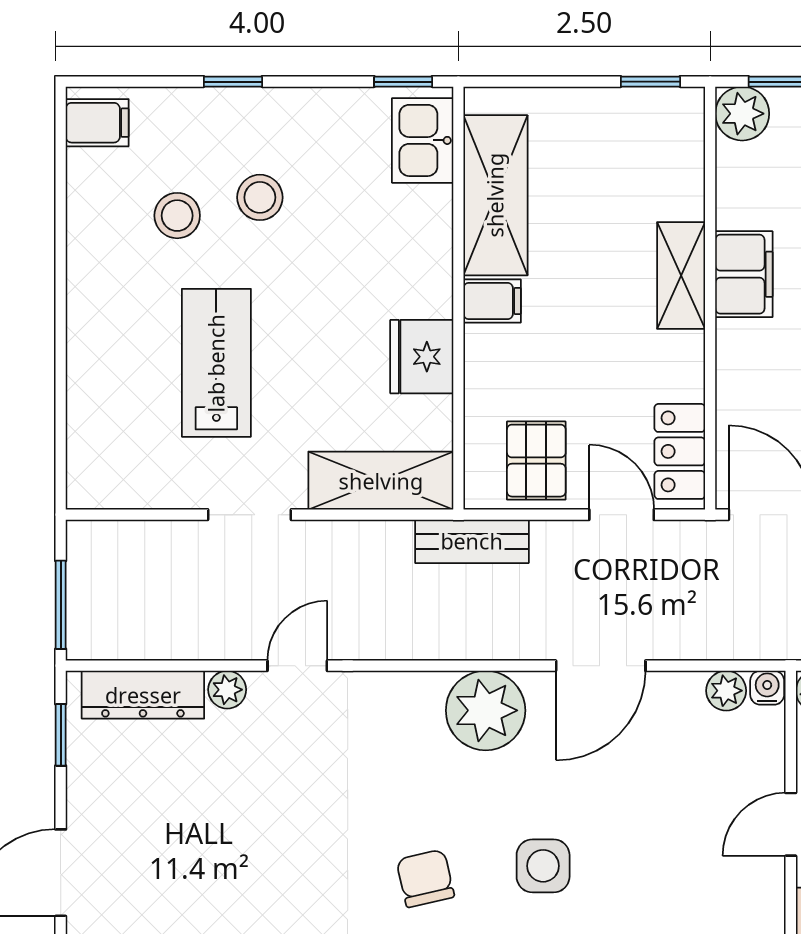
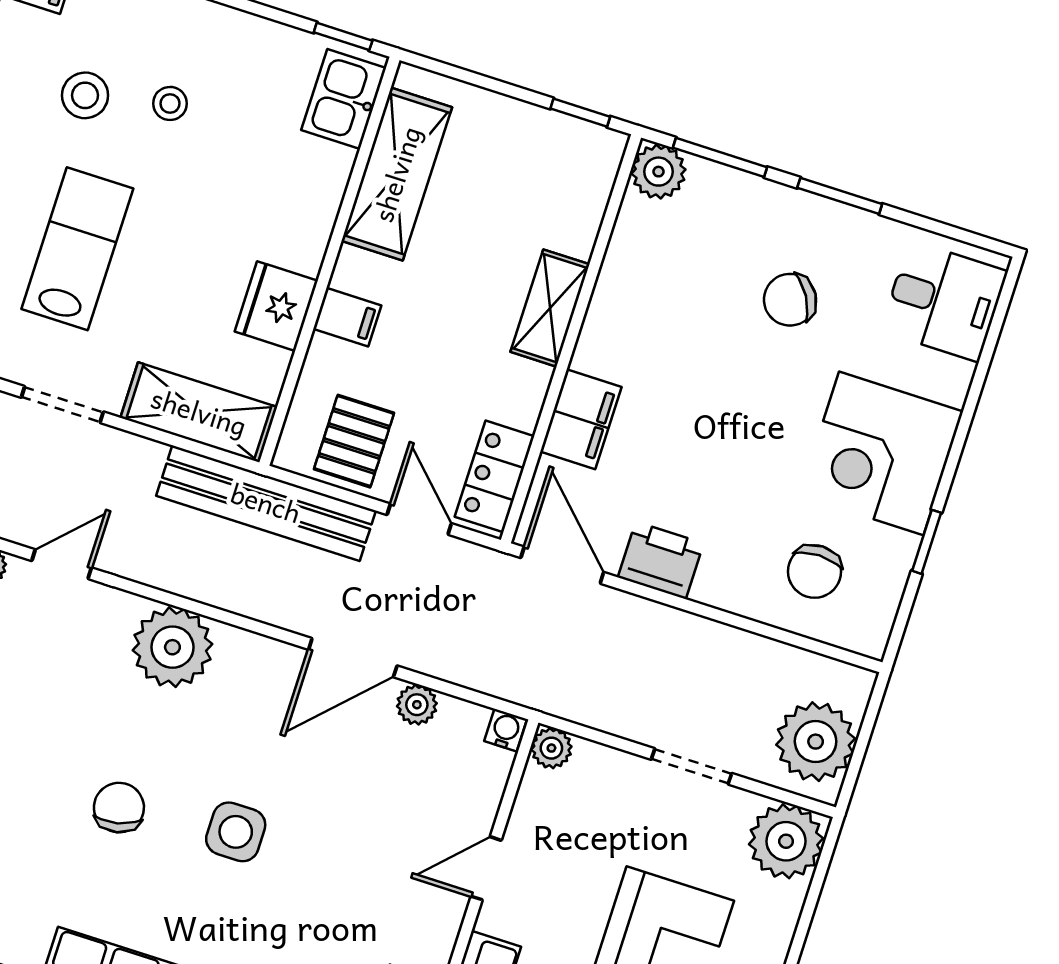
stool: (260, 197) -> (170, 103), width x0.73, depth x0.73
filing cabinet: (744, 274) -> (581, 419), moved
filing cabinet: (492, 301) -> (347, 317), moved
bench: (472, 541) -> (266, 503), width x1.86, depth x1.21
plant: (726, 691) -> (417, 705), moved
plant: (486, 710) -> (172, 647), moved

